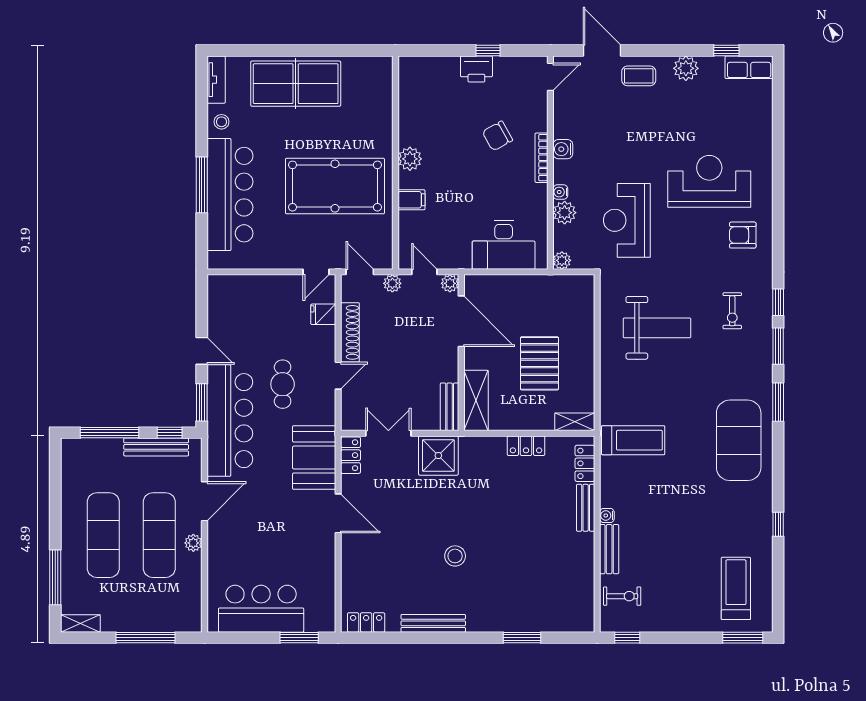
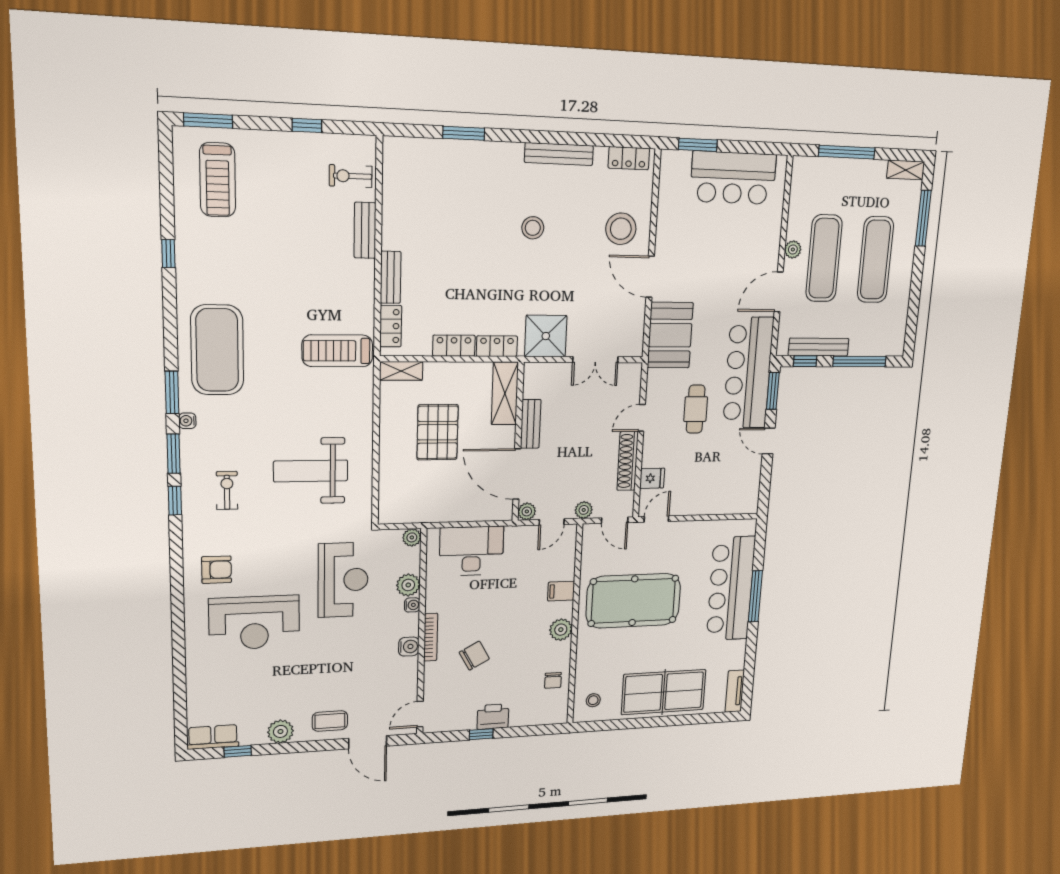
chair: (416, 104) -> (553, 680), added
stool: (222, 122) -> (593, 700), moved
door: (424, 272) -> (552, 522), hinge flipped
bench: (450, 407) -> (531, 424), moved
locker: (351, 455) -> (497, 346), moved, turned 90
water cooler: (607, 516) -> (187, 421), moved, turned 180
stool: (370, 558) -> (621, 229), added
window: (627, 638) -> (307, 125), moved

